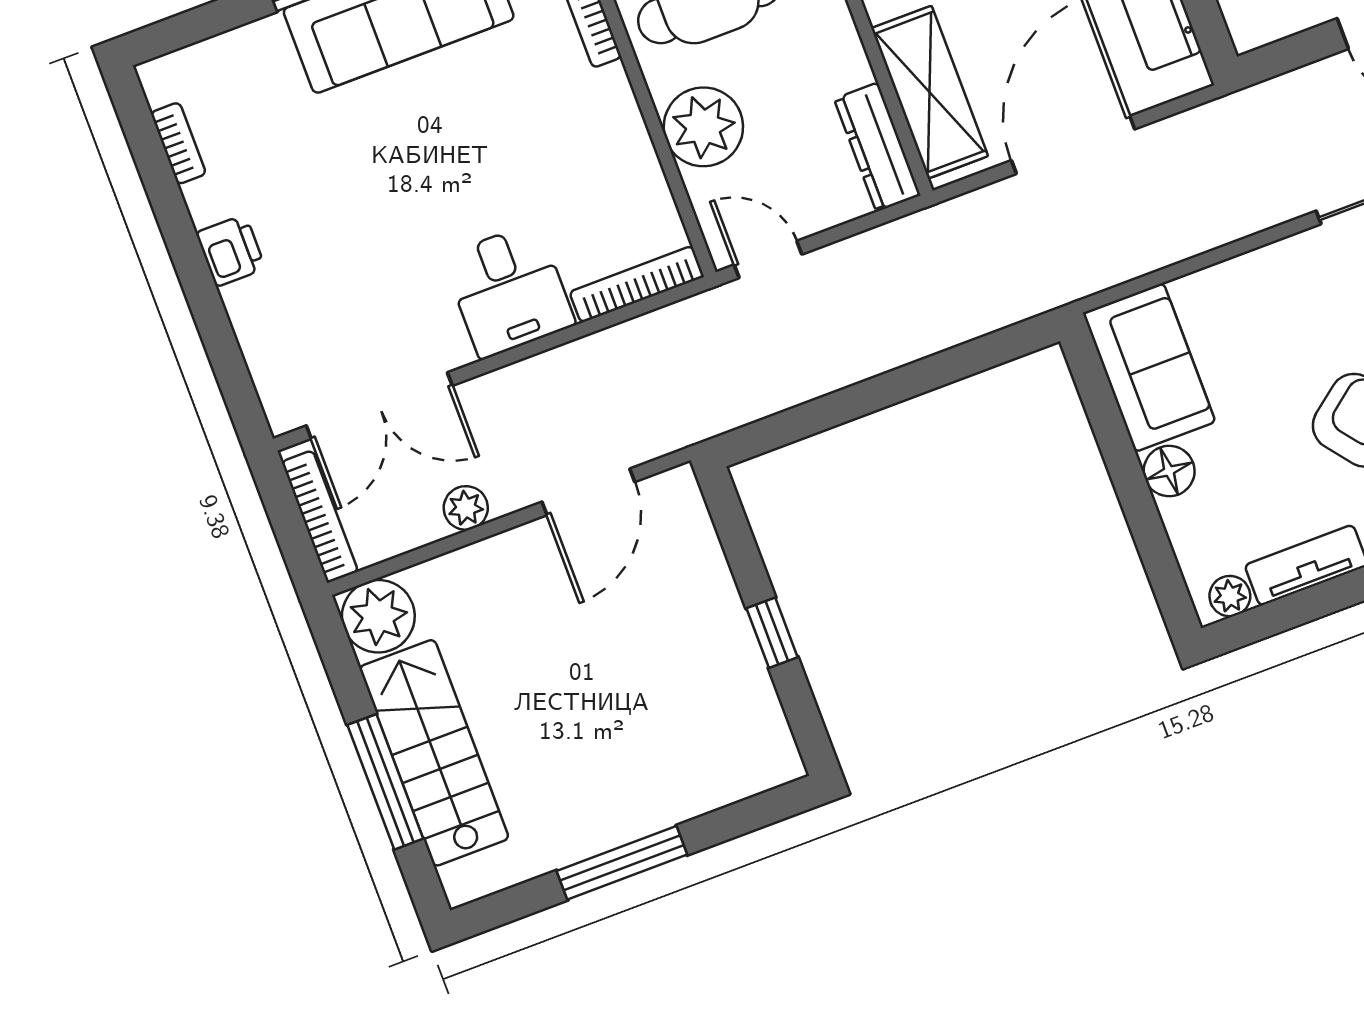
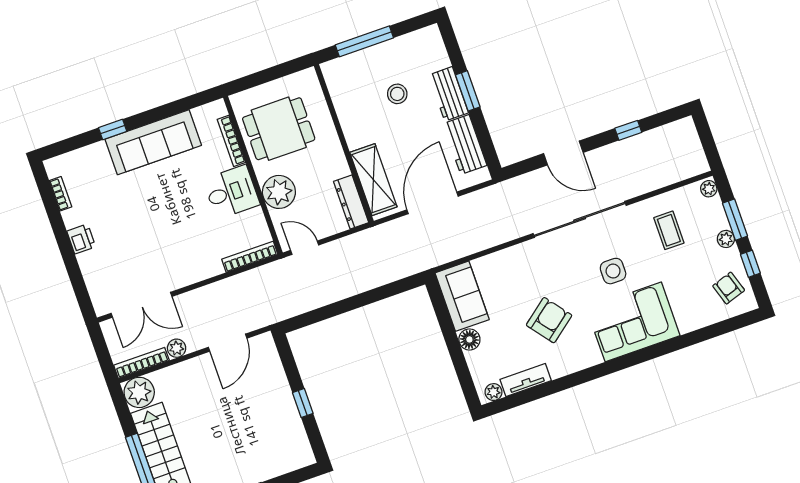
desk: (509, 291) -> (231, 192), moved, turned -90
bookcase: (320, 517) -> (141, 363), moved, turned -90

